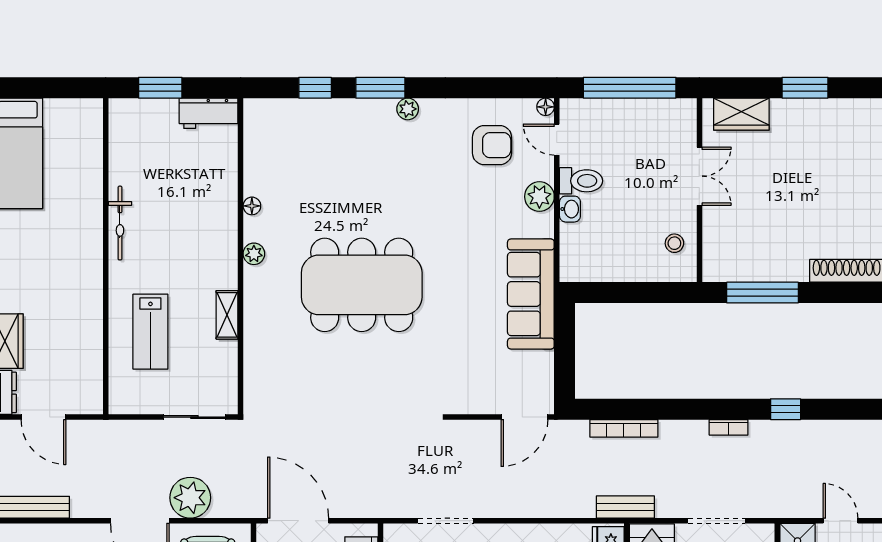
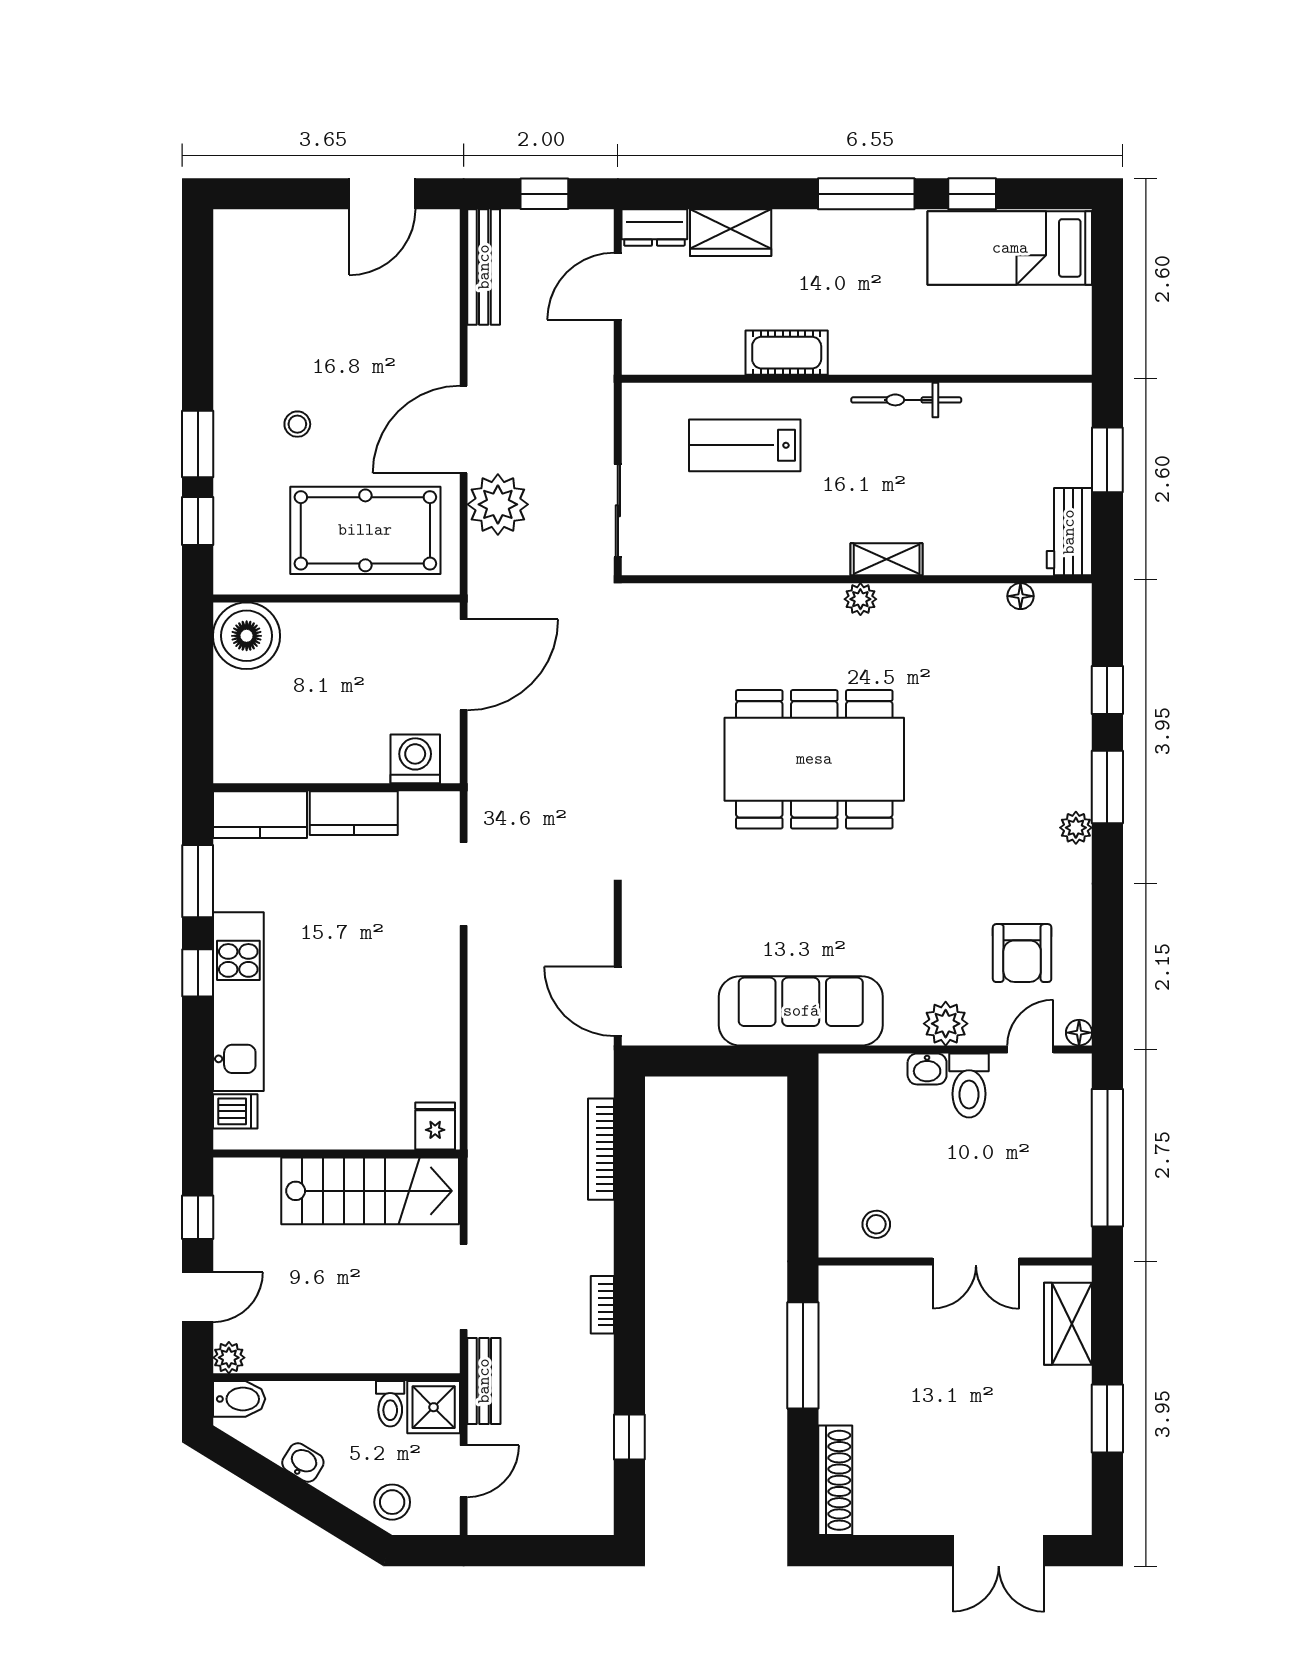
floor lamp: (252, 206) -> (1020, 596), moved
dining table: (362, 285) -> (814, 759), turned 90
cot: (88, 303) -> (787, 353), added
shelving: (227, 315) -> (887, 559), moved
window: (786, 409) -> (629, 1437), moved
bench: (625, 507) -> (484, 1381), moved

